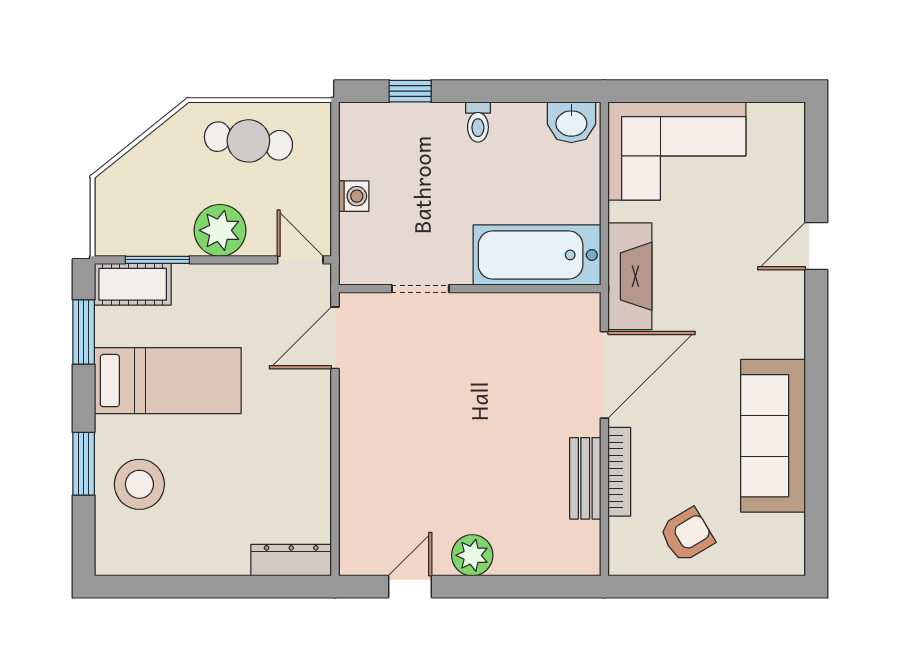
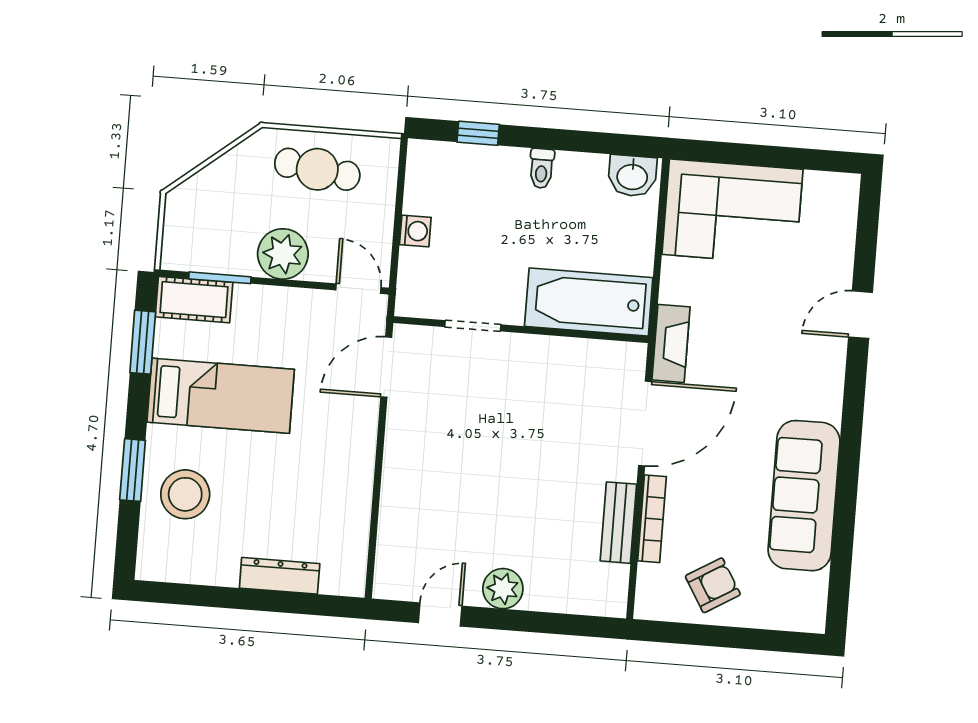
fireplace: (630, 276) -> (671, 343), width x0.73, depth x0.76
dresser: (291, 560) -> (280, 576), moved

